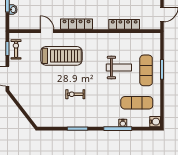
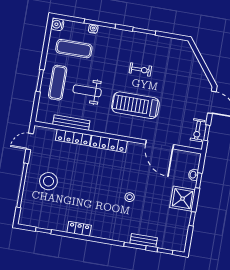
locker: (77, 24) -> (109, 144), moved
door: (47, 31) -> (160, 144), width x1.88
bench: (128, 37) -> (71, 123), added
treadmill: (61, 56) -> (135, 105), moved

